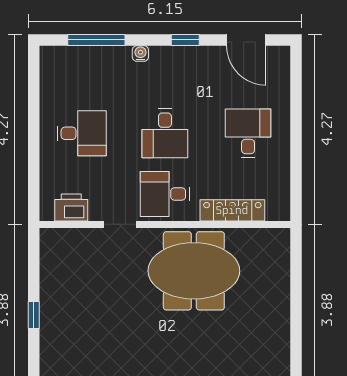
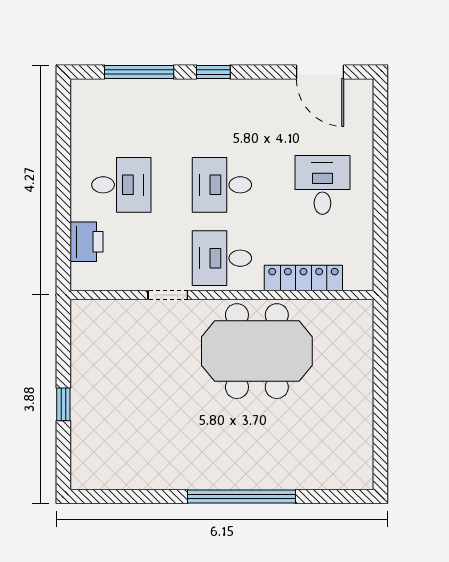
window: (185, 40) -> (213, 72), moved
water cooler: (140, 54) -> (192, 88), removed
desk: (165, 133) -> (222, 185), turned 90
printer: (71, 208) -> (86, 242), moved, turned 90

